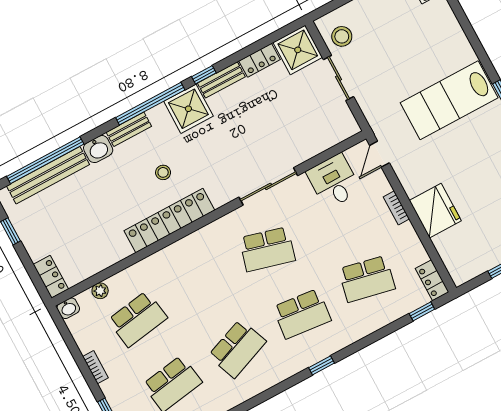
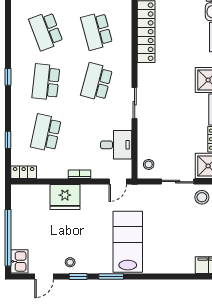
door: (379, 154) -> (118, 182), swing flipped
stool: (163, 172) -> (149, 164), moved
sliding door: (268, 186) -> (135, 103), width x0.73
school desk: (202, 284) -> (97, 31), added
window: (422, 311) -> (8, 140), moved

